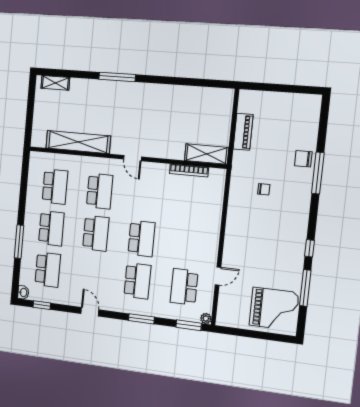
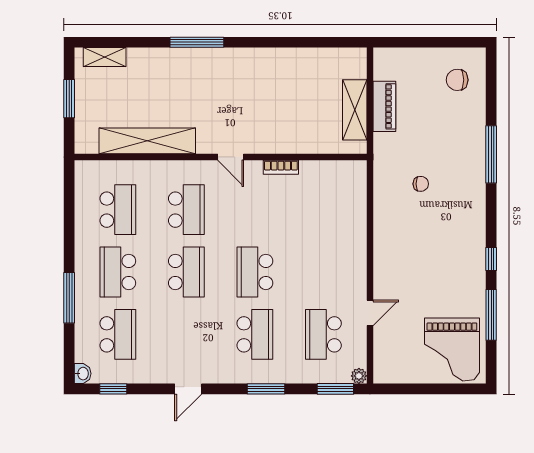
window: (30, 109) -> (69, 99), added
shelving: (207, 154) -> (355, 110), moved, turned 90
chair: (303, 159) -> (457, 80), moved
bookcase: (189, 170) -> (281, 167), moved, width x0.64
school desk: (51, 228) -> (118, 272), turned 180
school desk: (141, 239) -> (255, 272), turned 180
grand piano: (274, 309) -> (452, 349), turned 90
door: (90, 312) -> (188, 389), swing flipped

